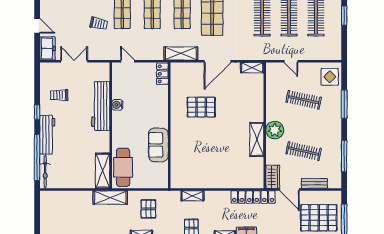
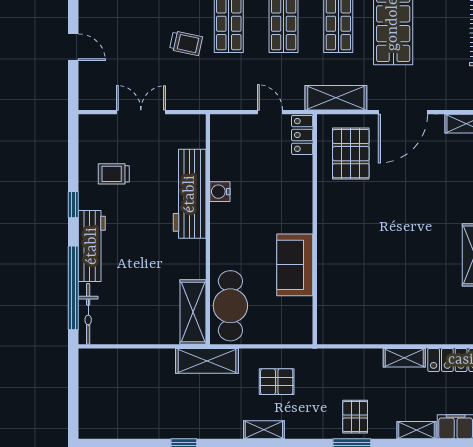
freezer: (48, 48) -> (92, 89), removed
door: (128, 61) -> (270, 112), moved
pallet: (201, 107) -> (351, 154), moved, turned 90
shelving: (193, 196) -> (404, 358), moved
pallet: (148, 209) -> (277, 382), turned 90

